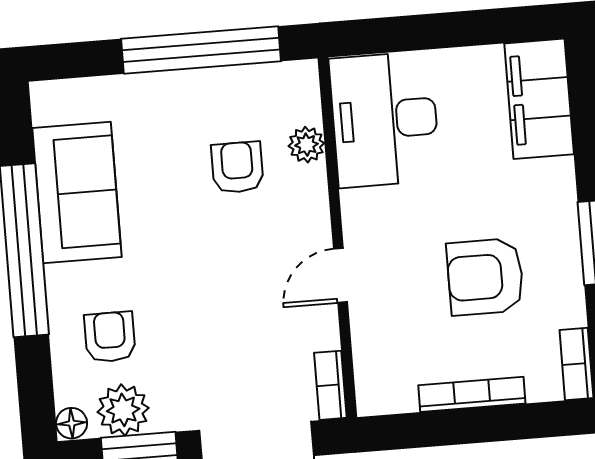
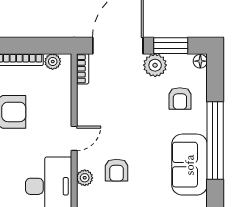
door: (340, 275) -> (74, 138), moved
plant: (398, 396) -> (53, 62), added
plant: (123, 410) -> (155, 65), moved

